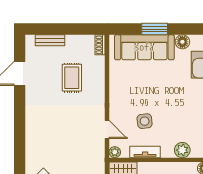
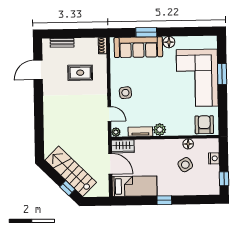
rug: (72, 78) -> (80, 73), turned 90
side table: (145, 121) -> (125, 93), moved
plant: (182, 150) -> (160, 130), moved

